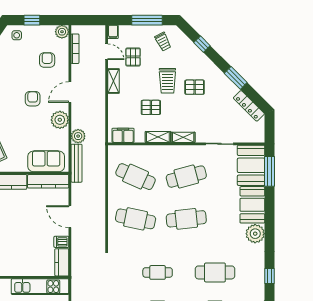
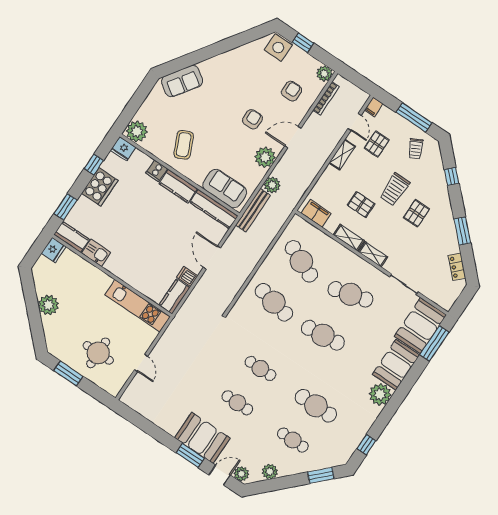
side table: (17, 35) -> (278, 48), width x1.87, depth x1.87
pallet: (195, 87) -> (417, 213), turned 90
locker: (249, 106) -> (457, 267), width x0.66

